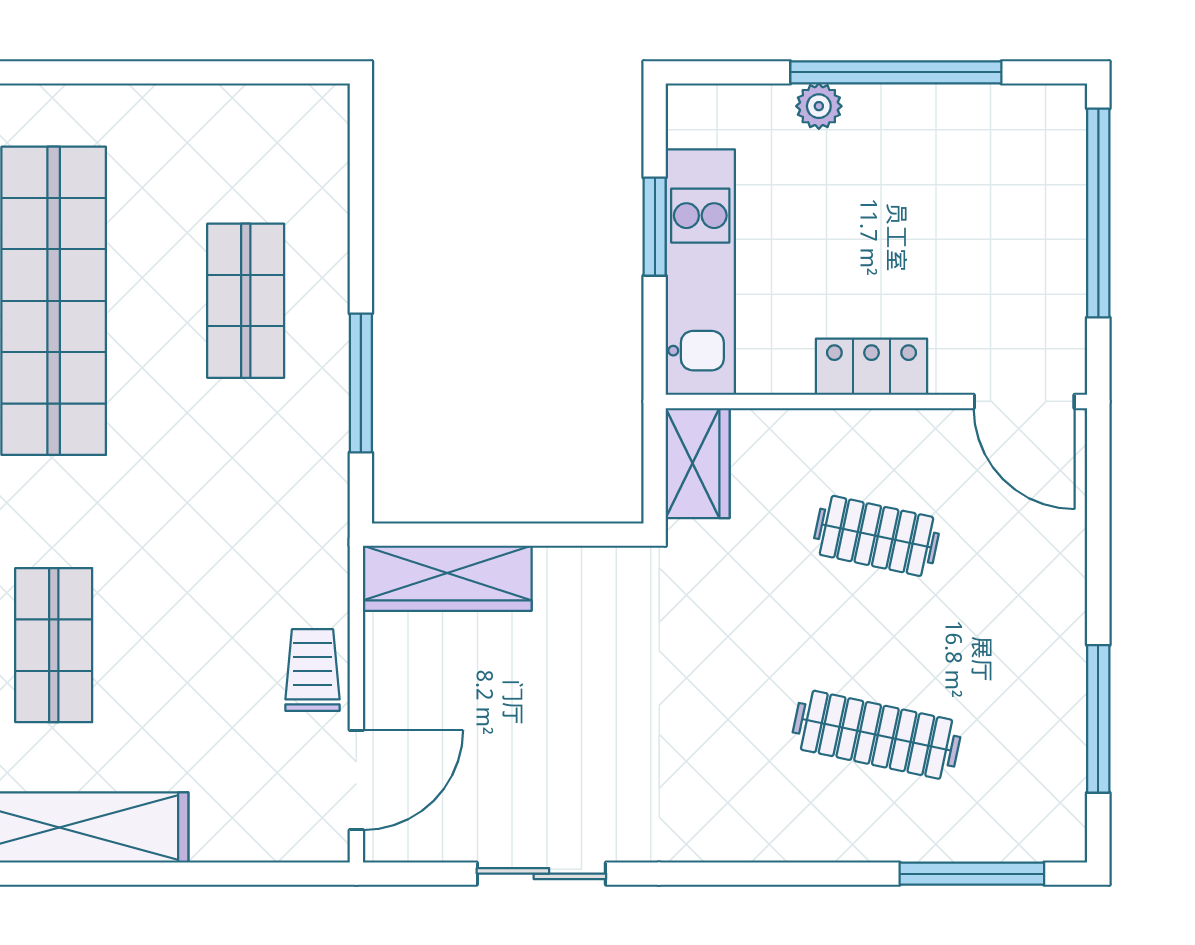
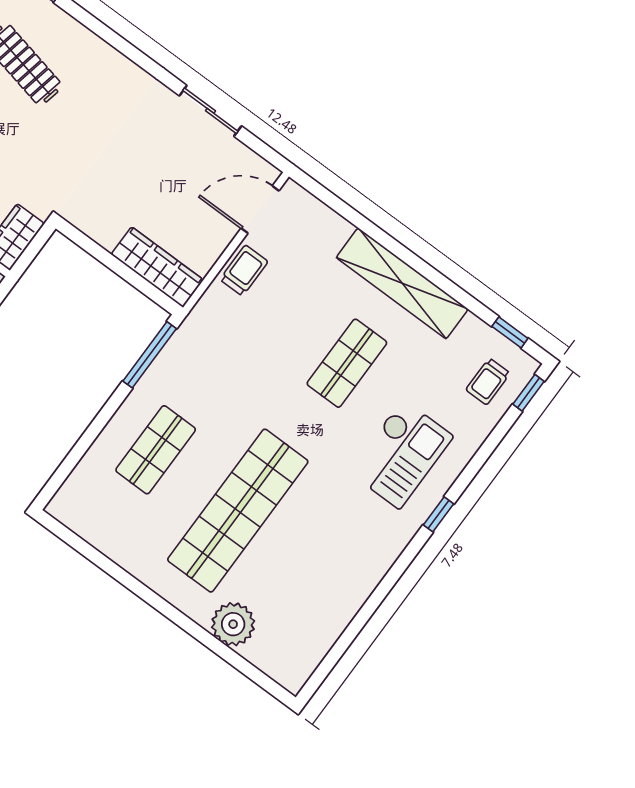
window: (361, 383) -> (150, 355), moved
trolley: (313, 670) -> (244, 271), turned 180

